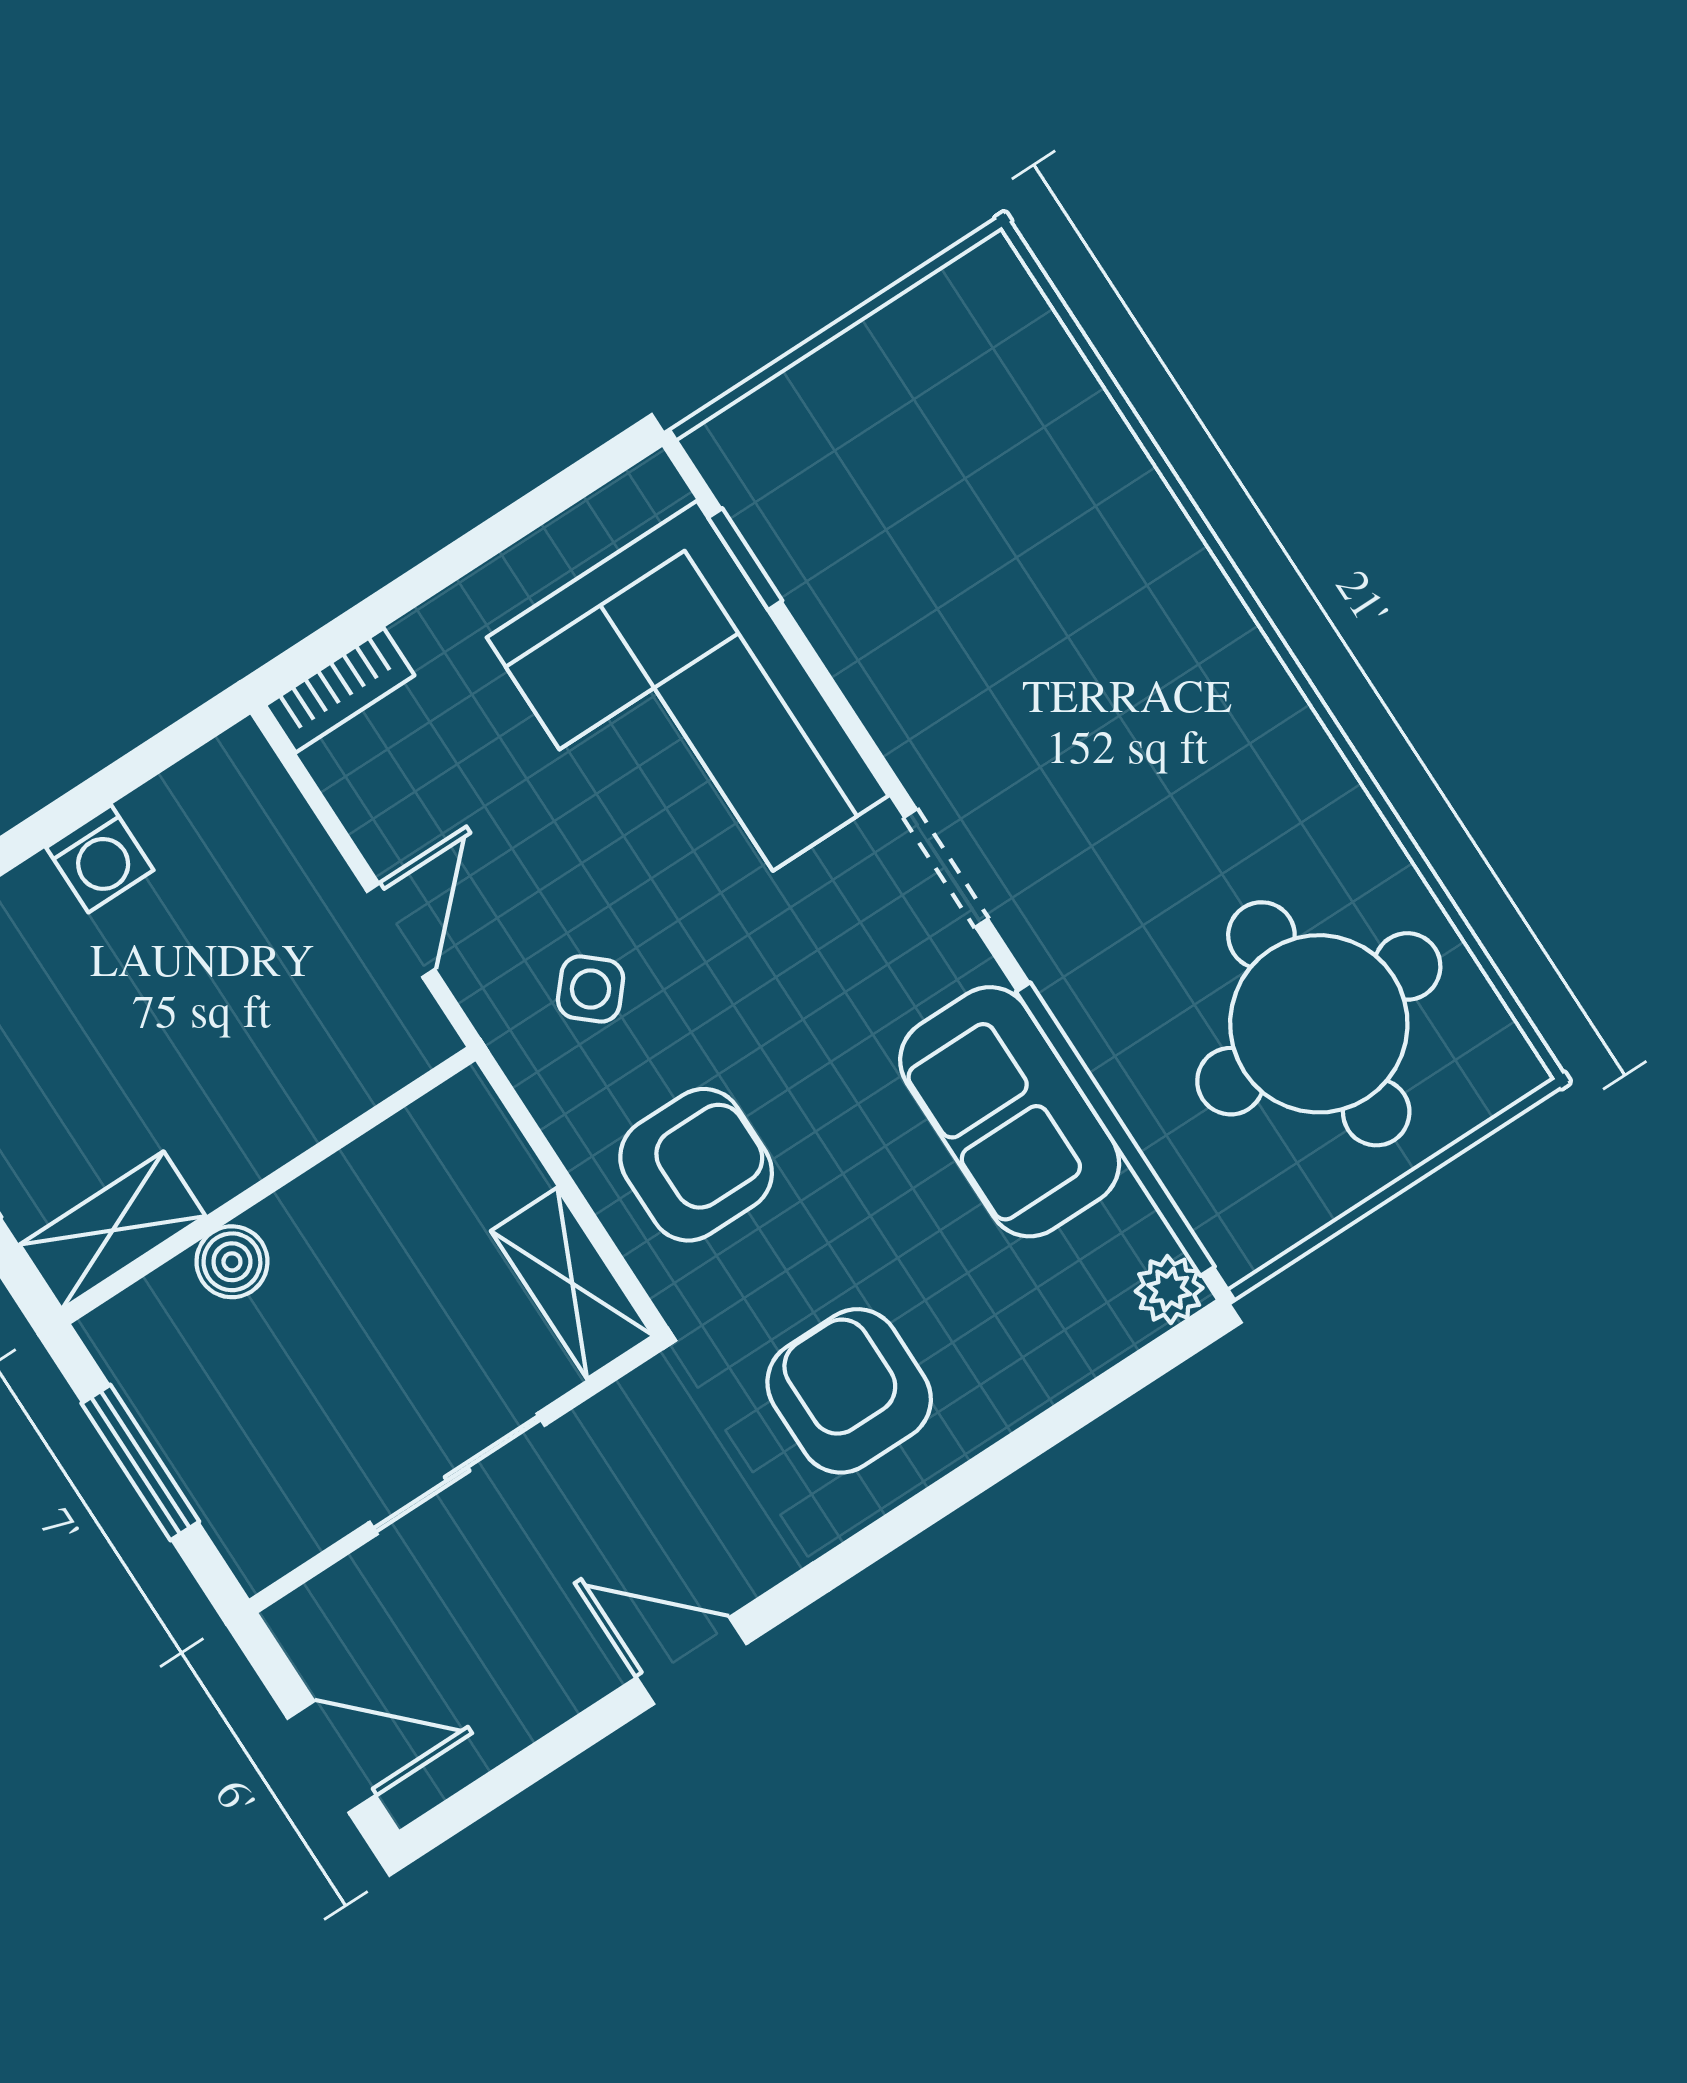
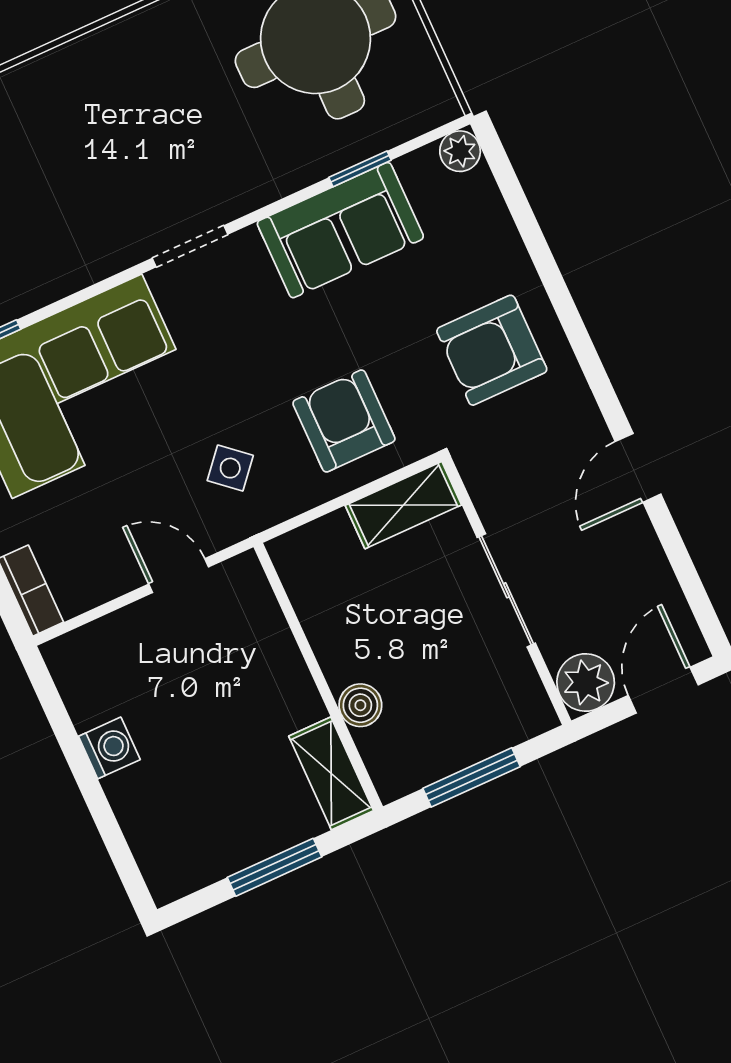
window: (1115, 1129) -> (360, 169), width x0.32
plant: (325, 1627) -> (586, 683), added

